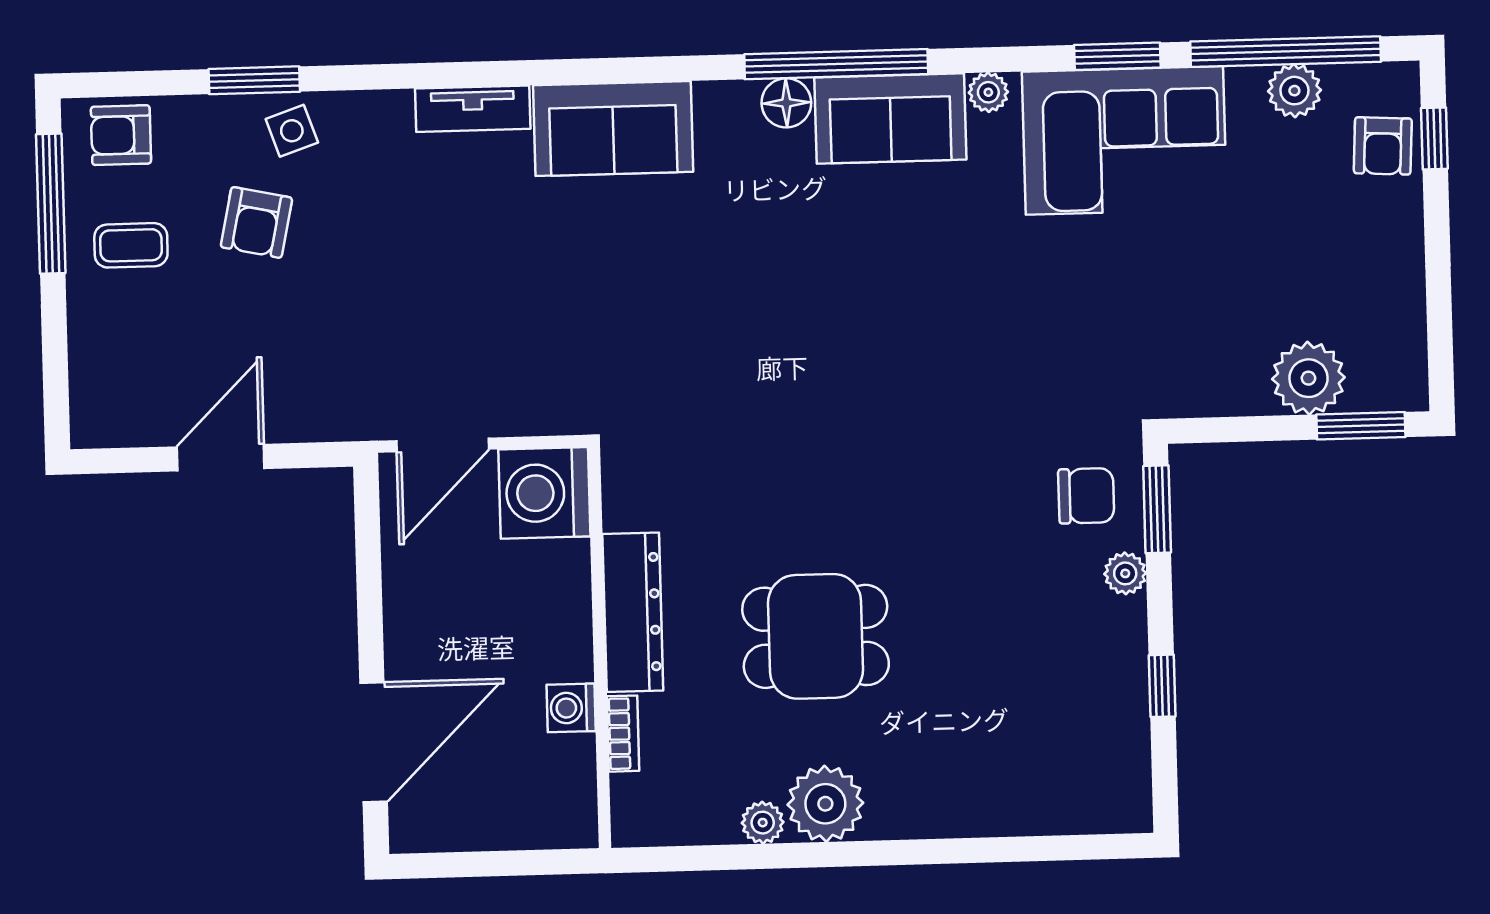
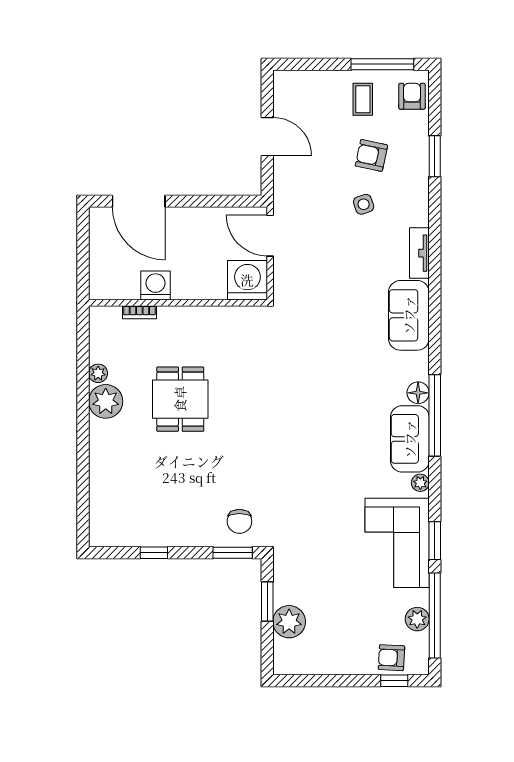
side table: (292, 131) -> (364, 204), moved
window: (1361, 426) -> (267, 601), moved
plant: (1125, 573) -> (204, 538), removed
dresser: (633, 612) -> (193, 318), removed
washing machine: (571, 708) -> (156, 285), width x1.38, depth x1.38

